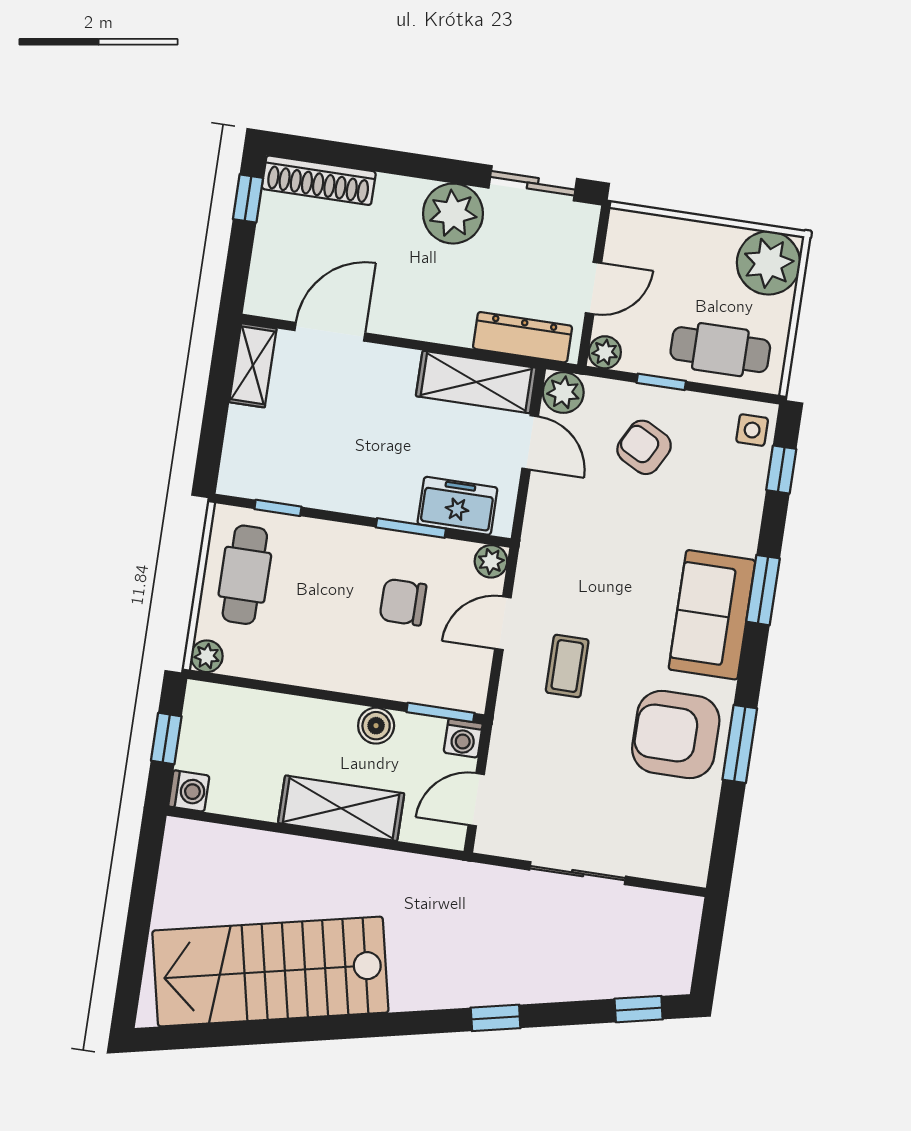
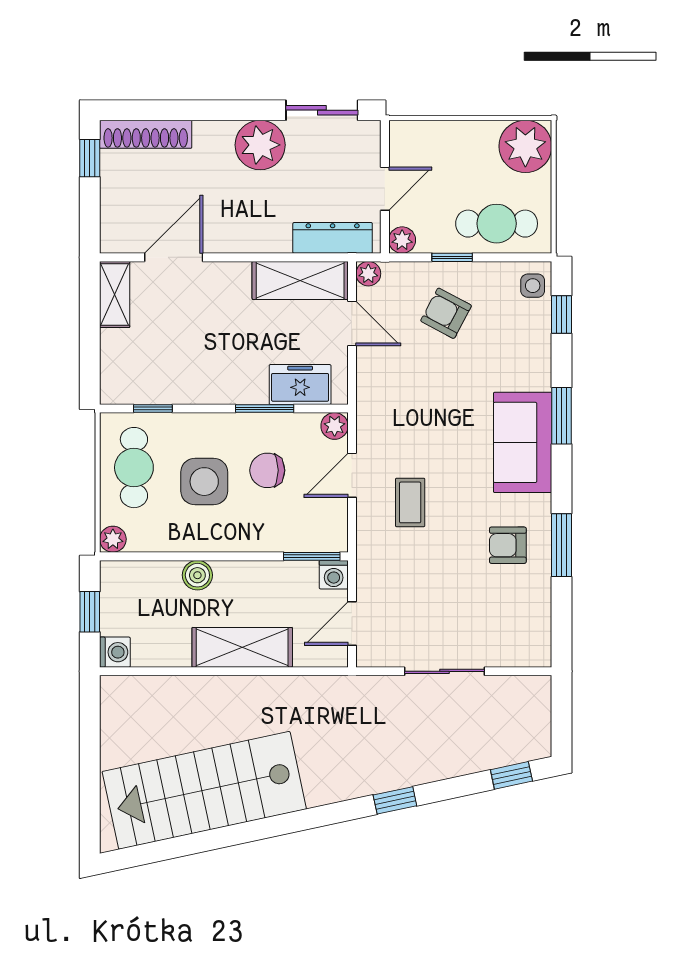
plant: (563, 393) -> (368, 274), width x0.73, depth x0.73
side table: (326, 604) -> (204, 482), added
boiler: (376, 726) -> (197, 575), moved
armchair: (676, 734) -> (508, 545), width x0.53, depth x0.53

